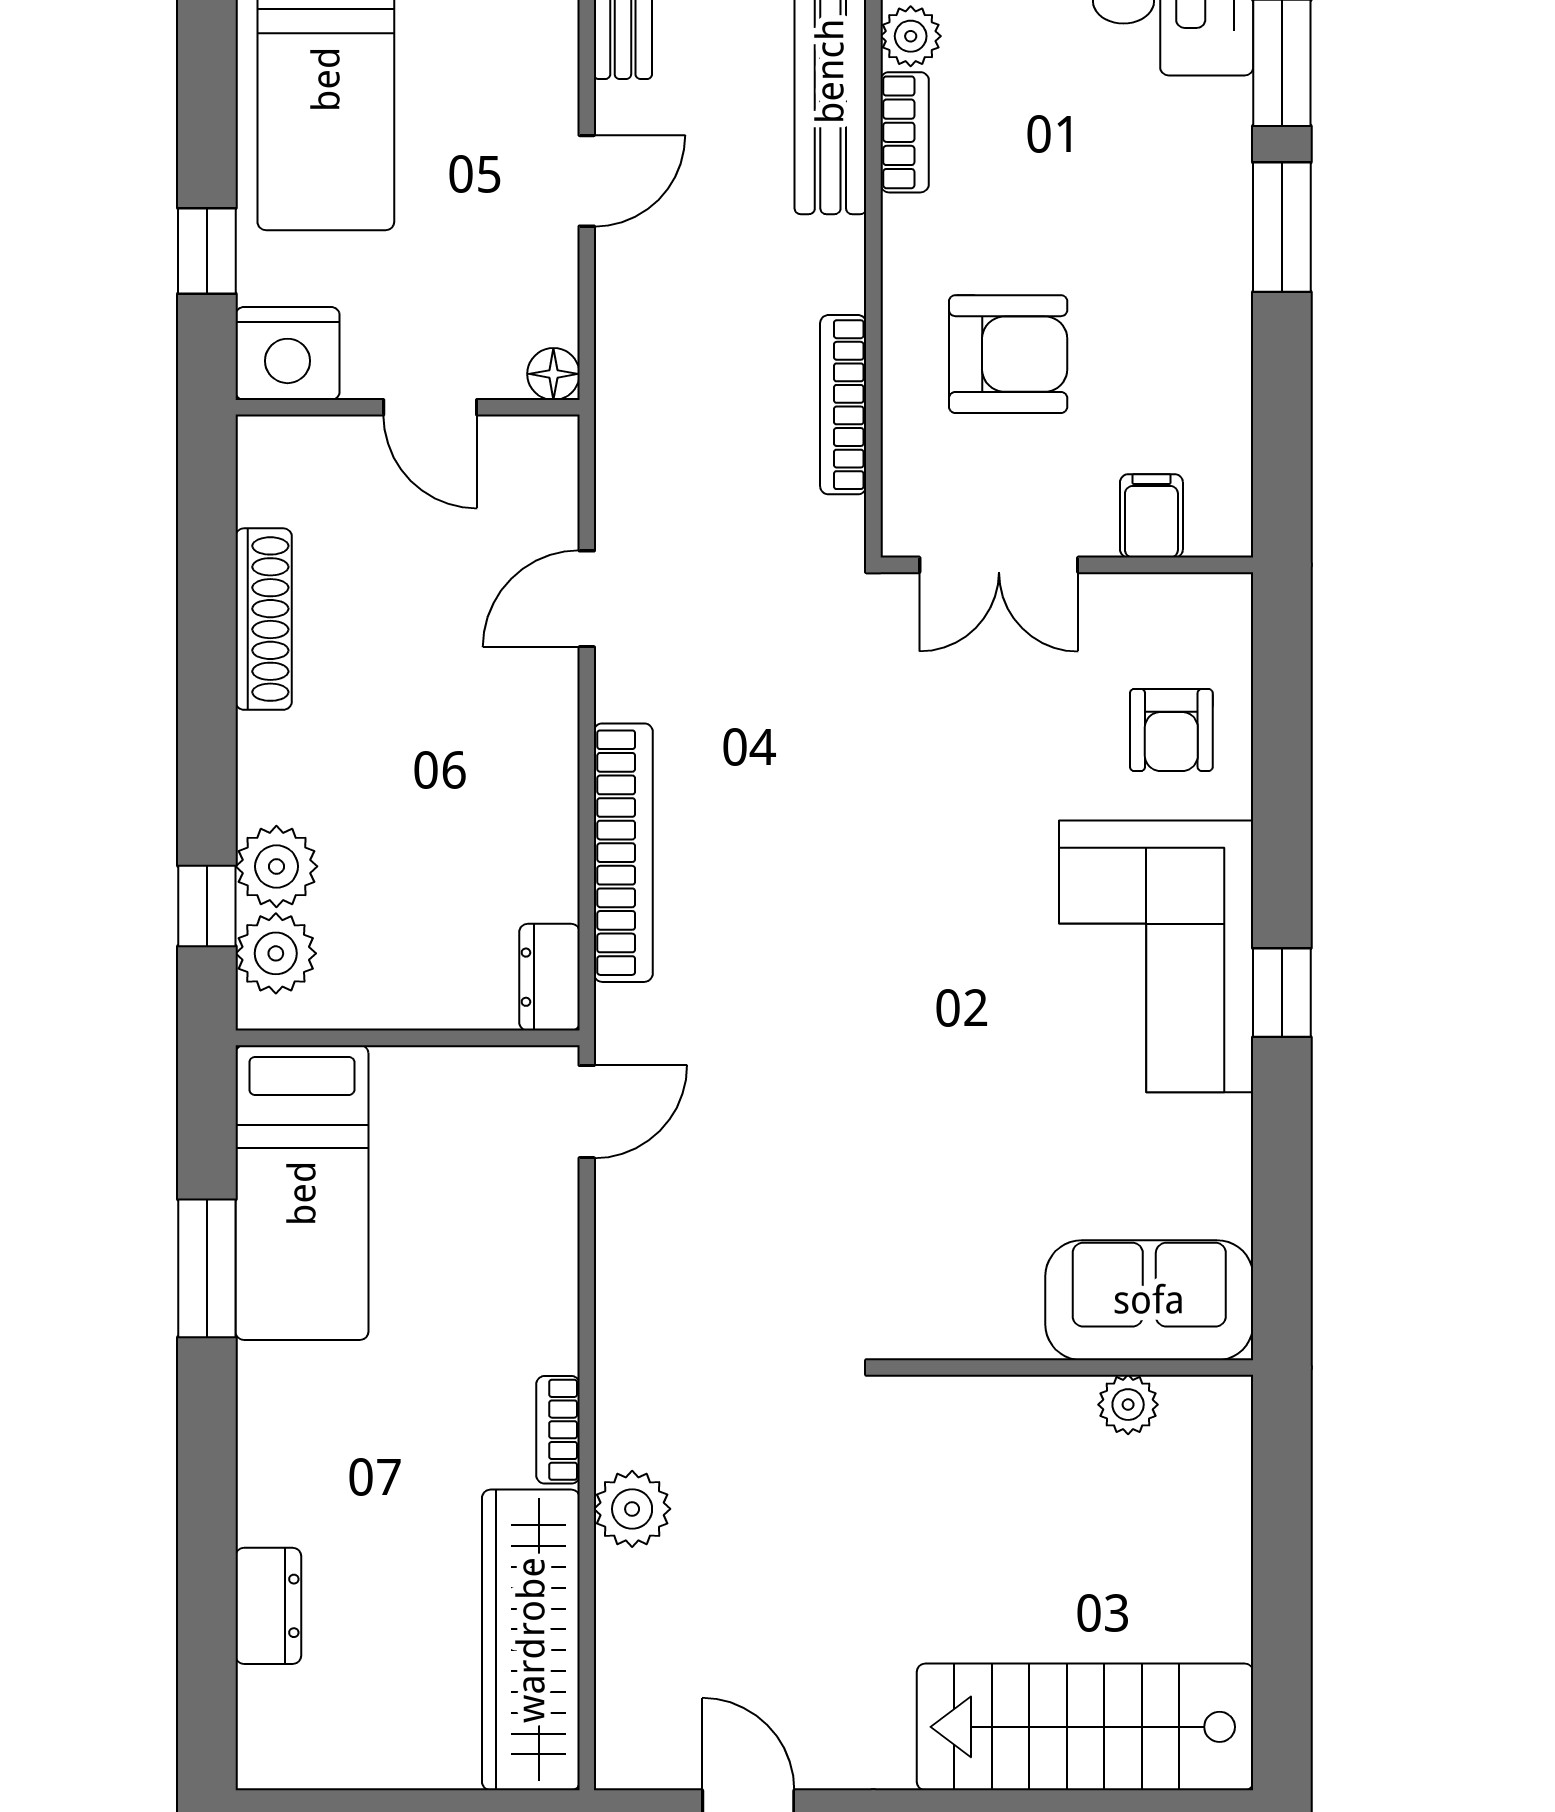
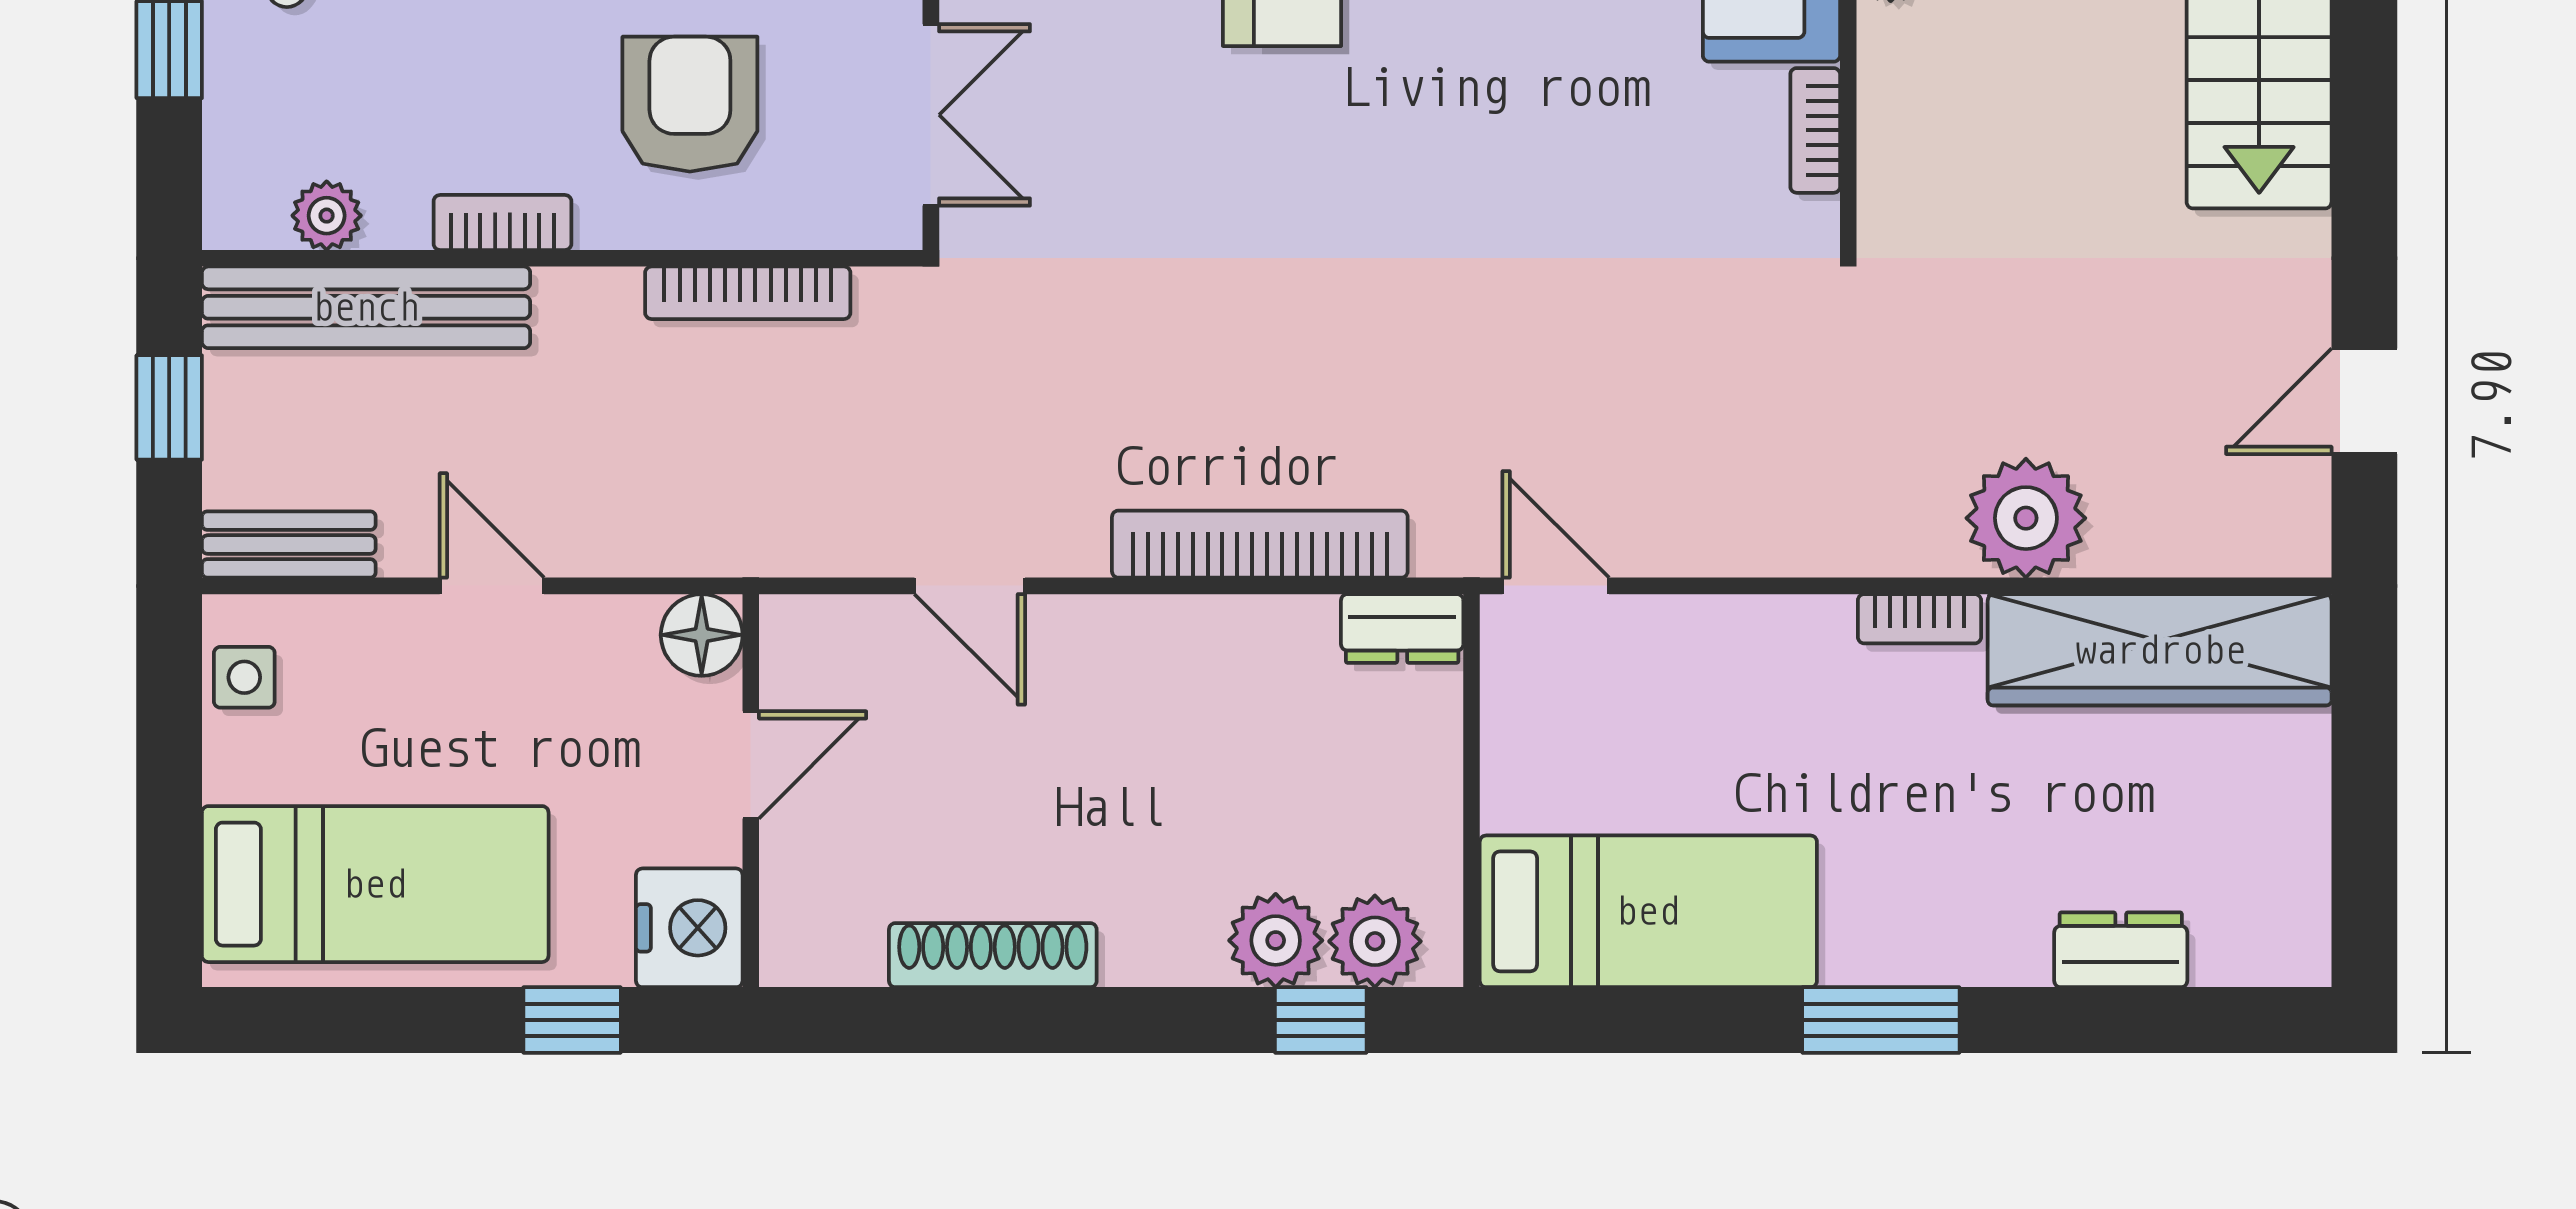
bookcase: (905, 132) -> (502, 223), moved
floor lamp: (553, 374) -> (702, 635), width x1.37, depth x1.37
window: (207, 1268) -> (1881, 1020), moved
bookcase: (985, 1339) -> (1815, 130), added
plant: (632, 1509) -> (2026, 518), width x1.36, depth x1.36

